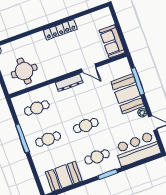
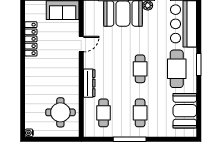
locker: (60, 30) -> (31, 39), moved
dresser: (69, 83) -> (89, 83), moved
cafe table: (97, 157) -> (177, 69), width x1.37, depth x1.35

